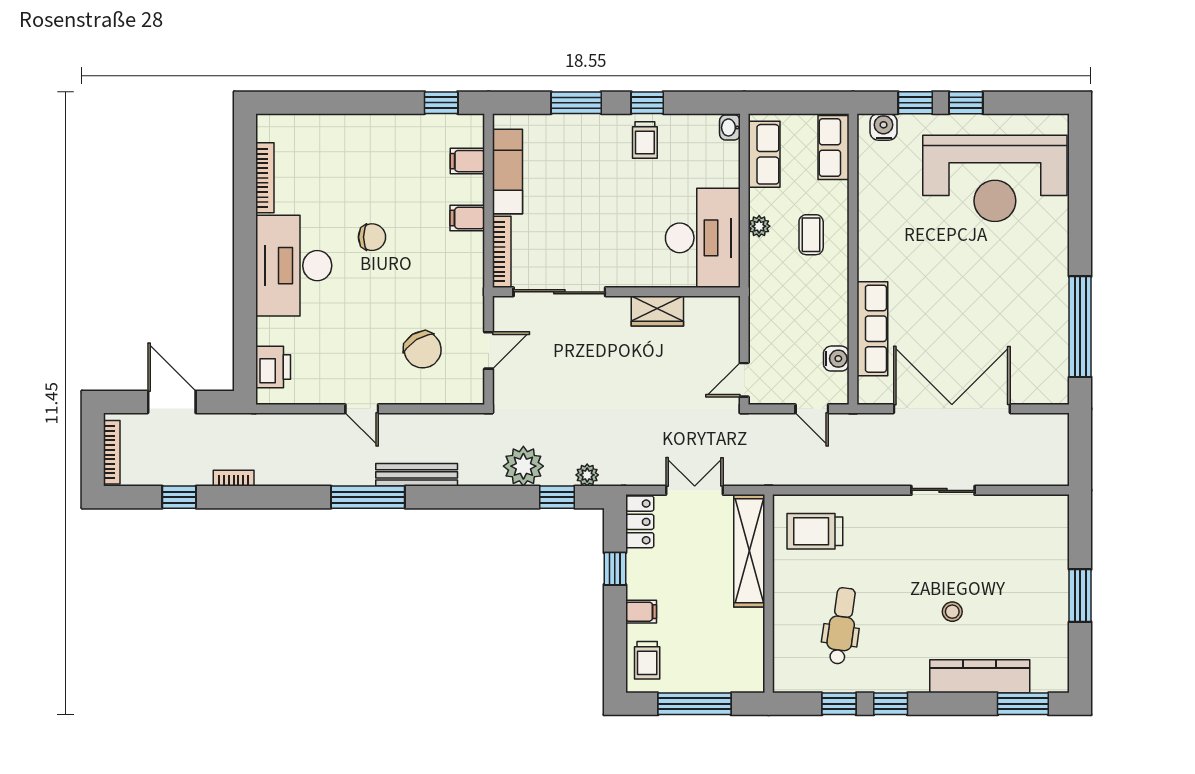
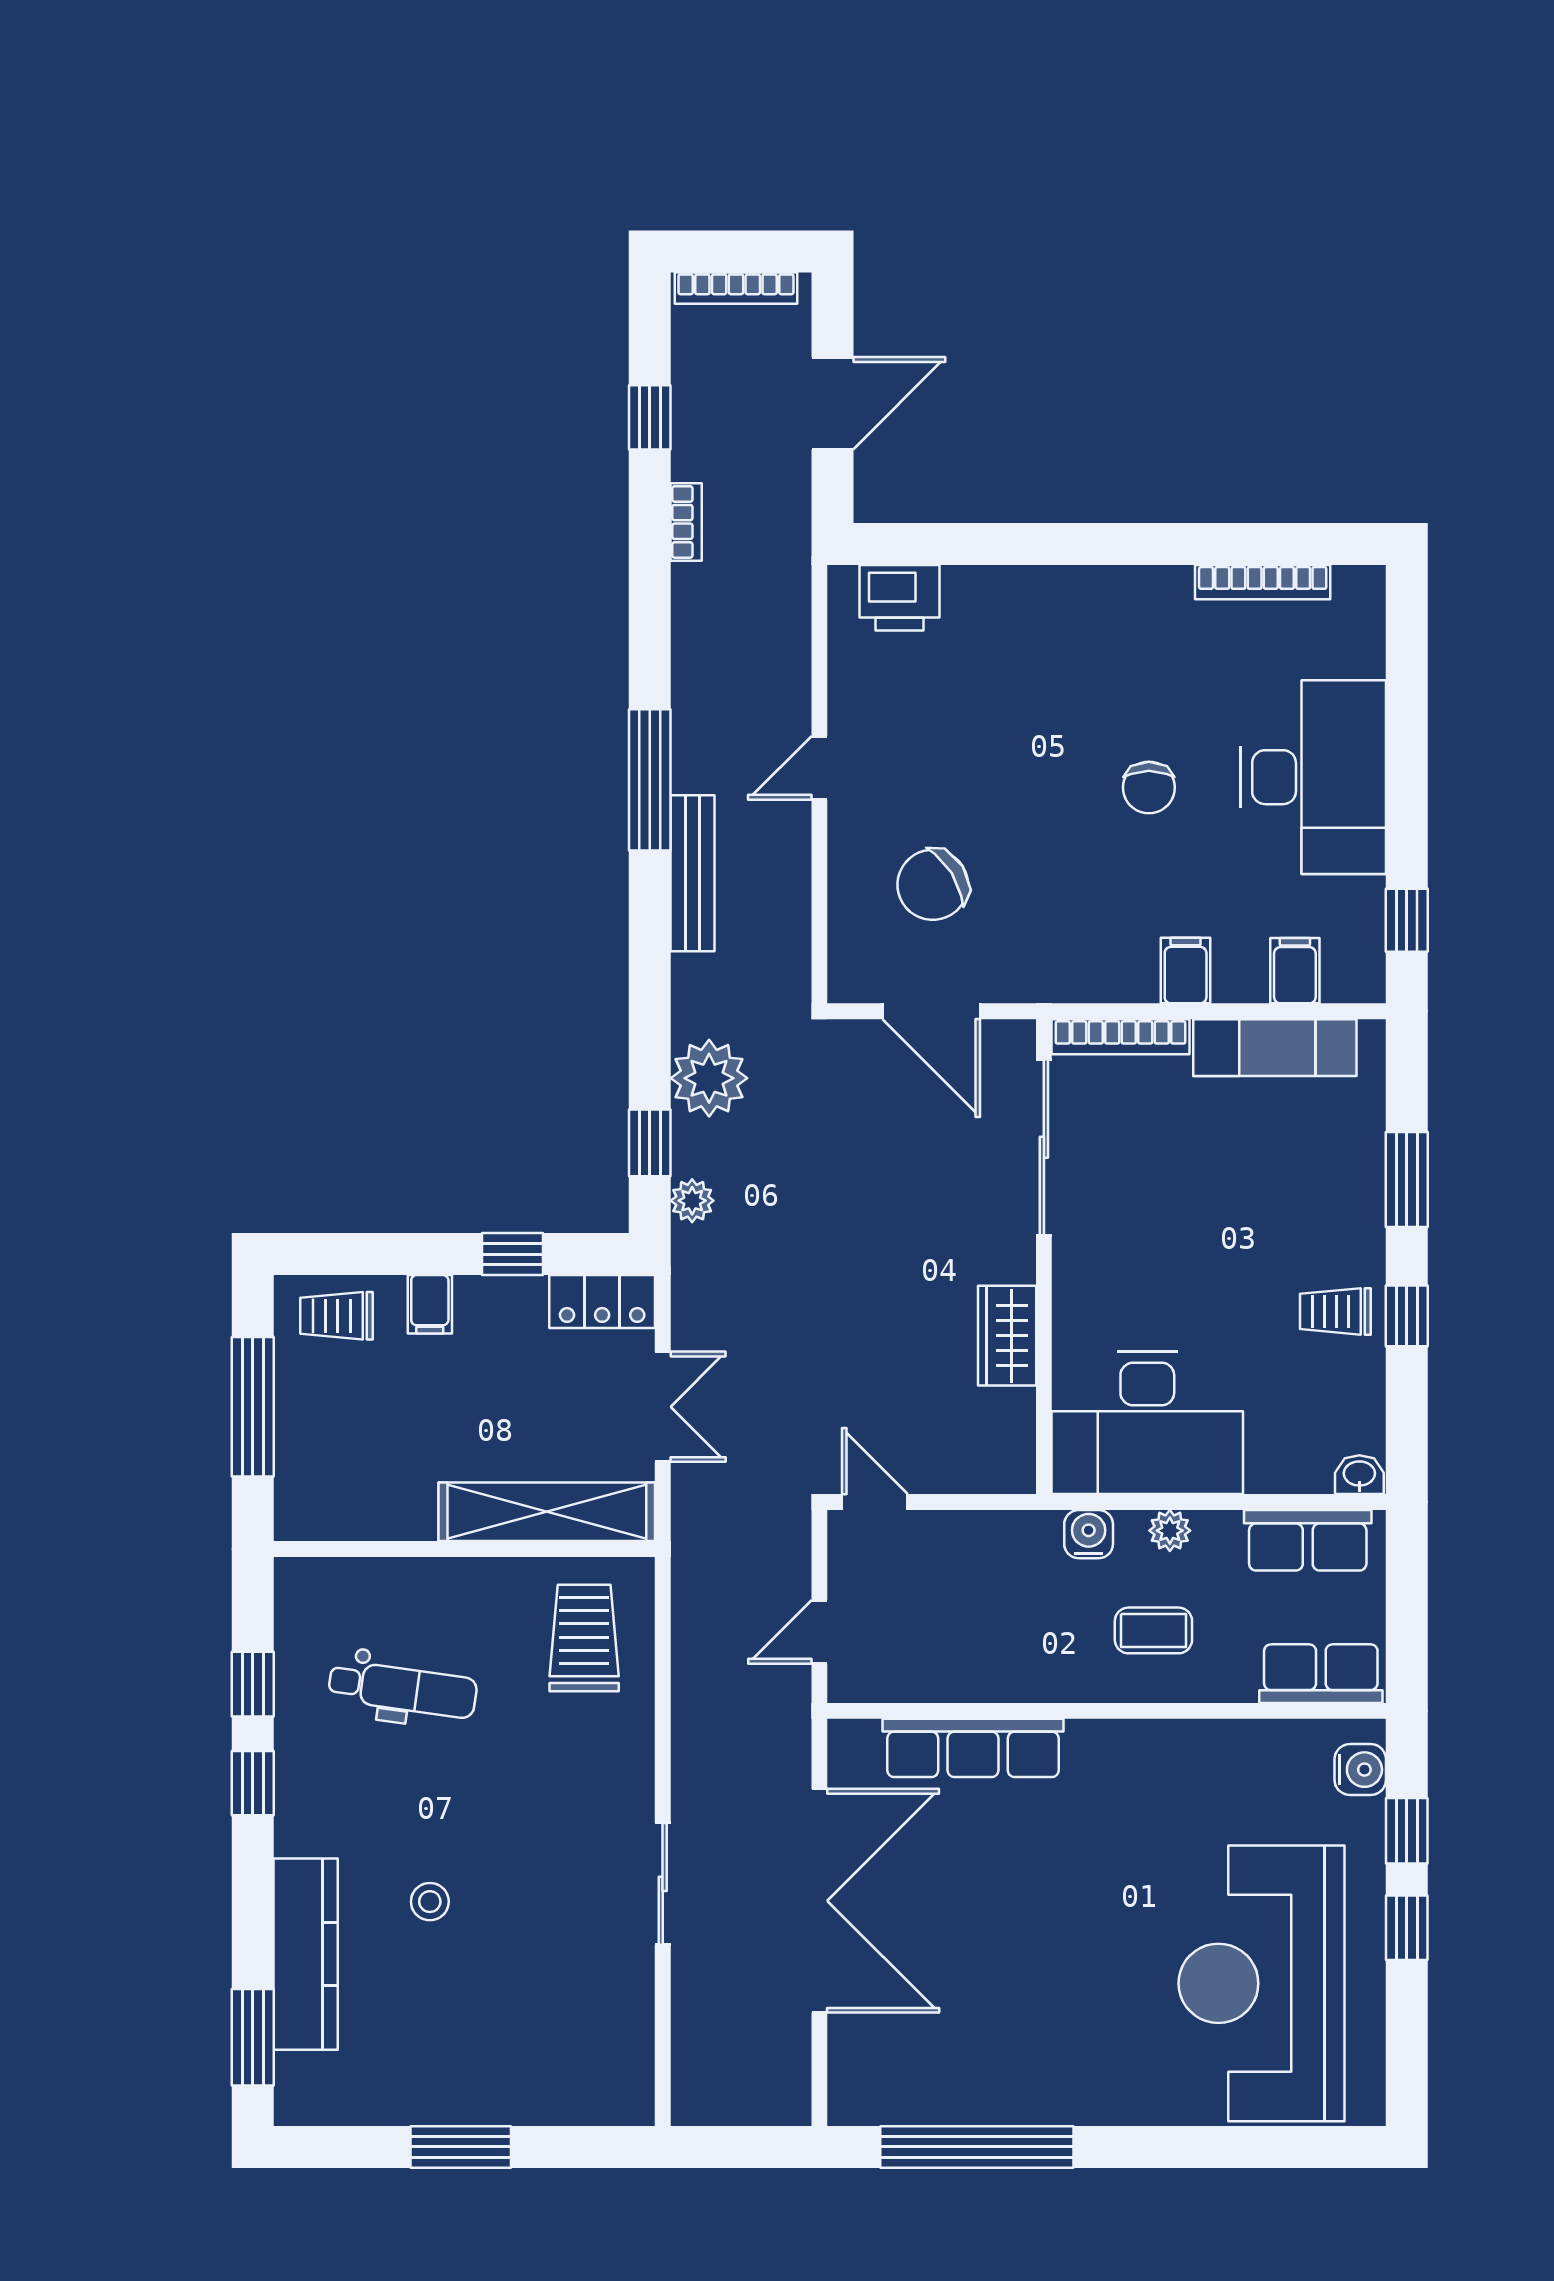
desk: (294, 266) -> (1313, 777), moved, turned 90
door: (489, 350) -> (931, 1011), width x1.38
water cooler: (836, 359) -> (1089, 1534), moved, turned 180

